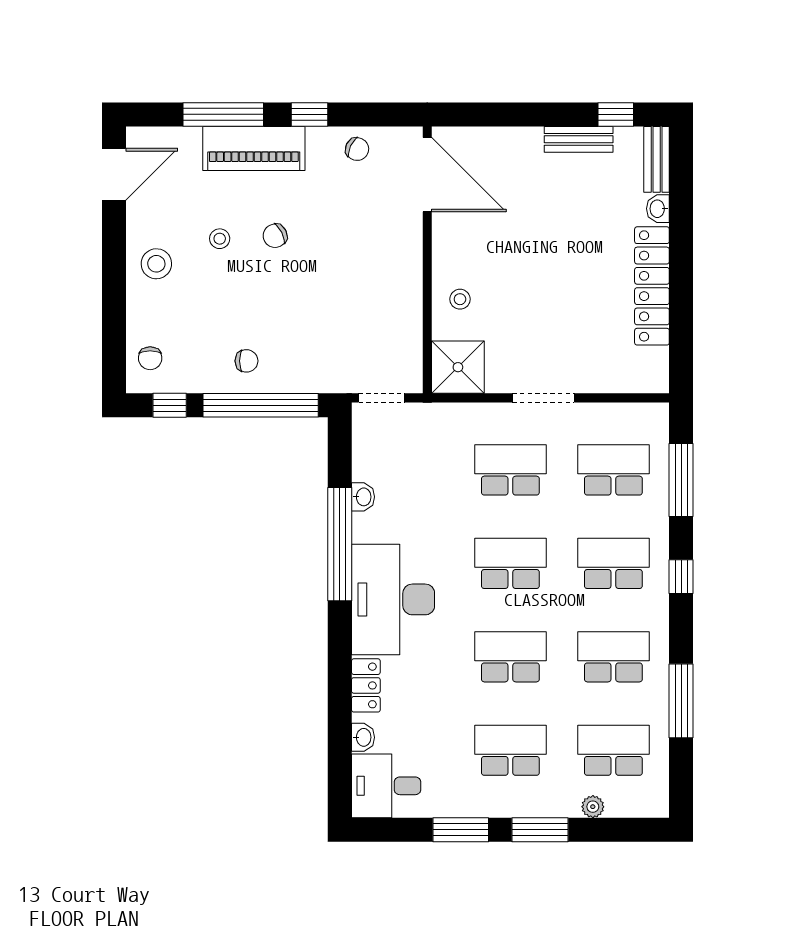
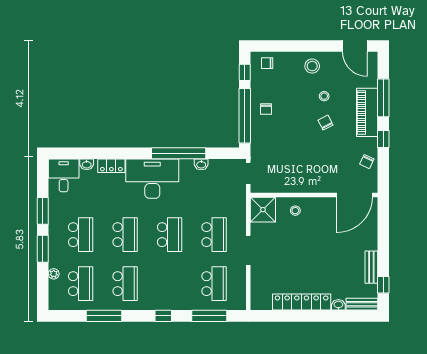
school desk: (613, 563) -> (170, 284), removed

